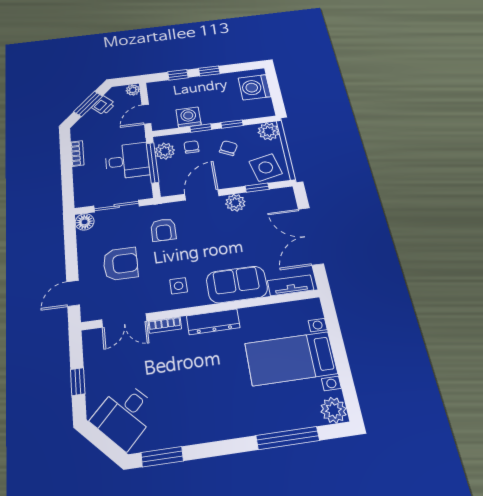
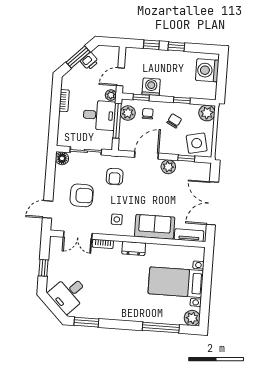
plant: (133, 90) -> (111, 95), moved
window: (201, 128) -> (141, 97), moved
dresser: (213, 322) -> (134, 248), width x0.70

